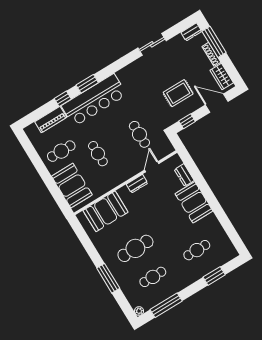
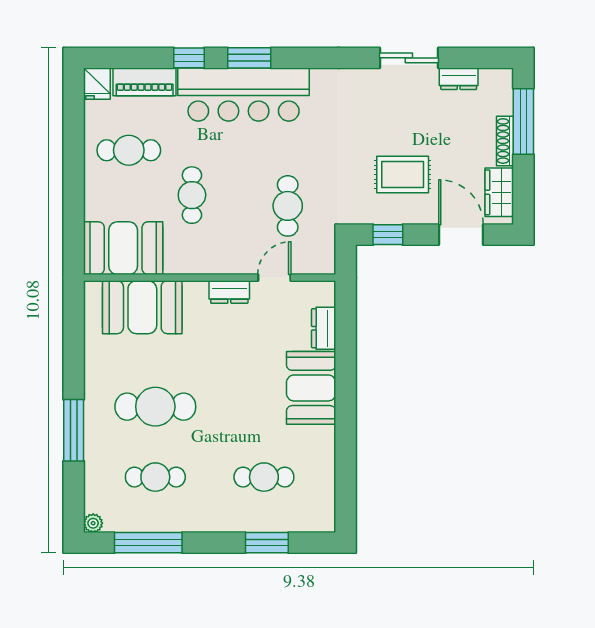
dresser: (191, 32) -> (459, 79), moved
fridge: (32, 132) -> (97, 84), added
booth: (72, 186) -> (123, 248), moved, turned 90

